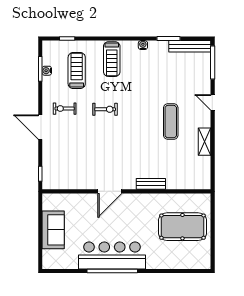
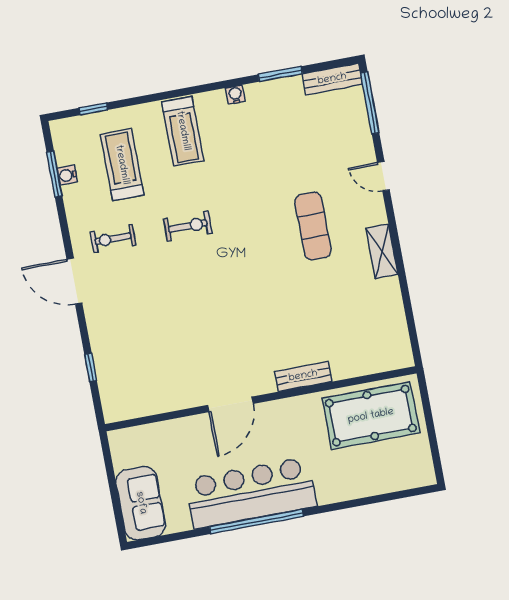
bench: (190, 46) -> (332, 79), width x0.73
bench: (151, 184) -> (303, 376), moved
door: (110, 191) -> (230, 404), moved
wall: (126, 191) -> (261, 399), moved
sofa: (53, 230) -> (141, 503), moved

